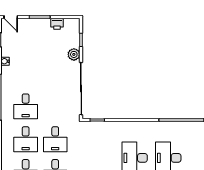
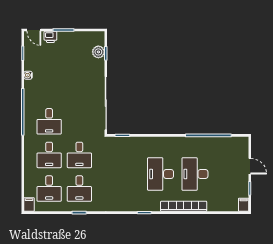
printer: (57, 24) -> (50, 37), moved
plant: (74, 54) -> (98, 52), moved

